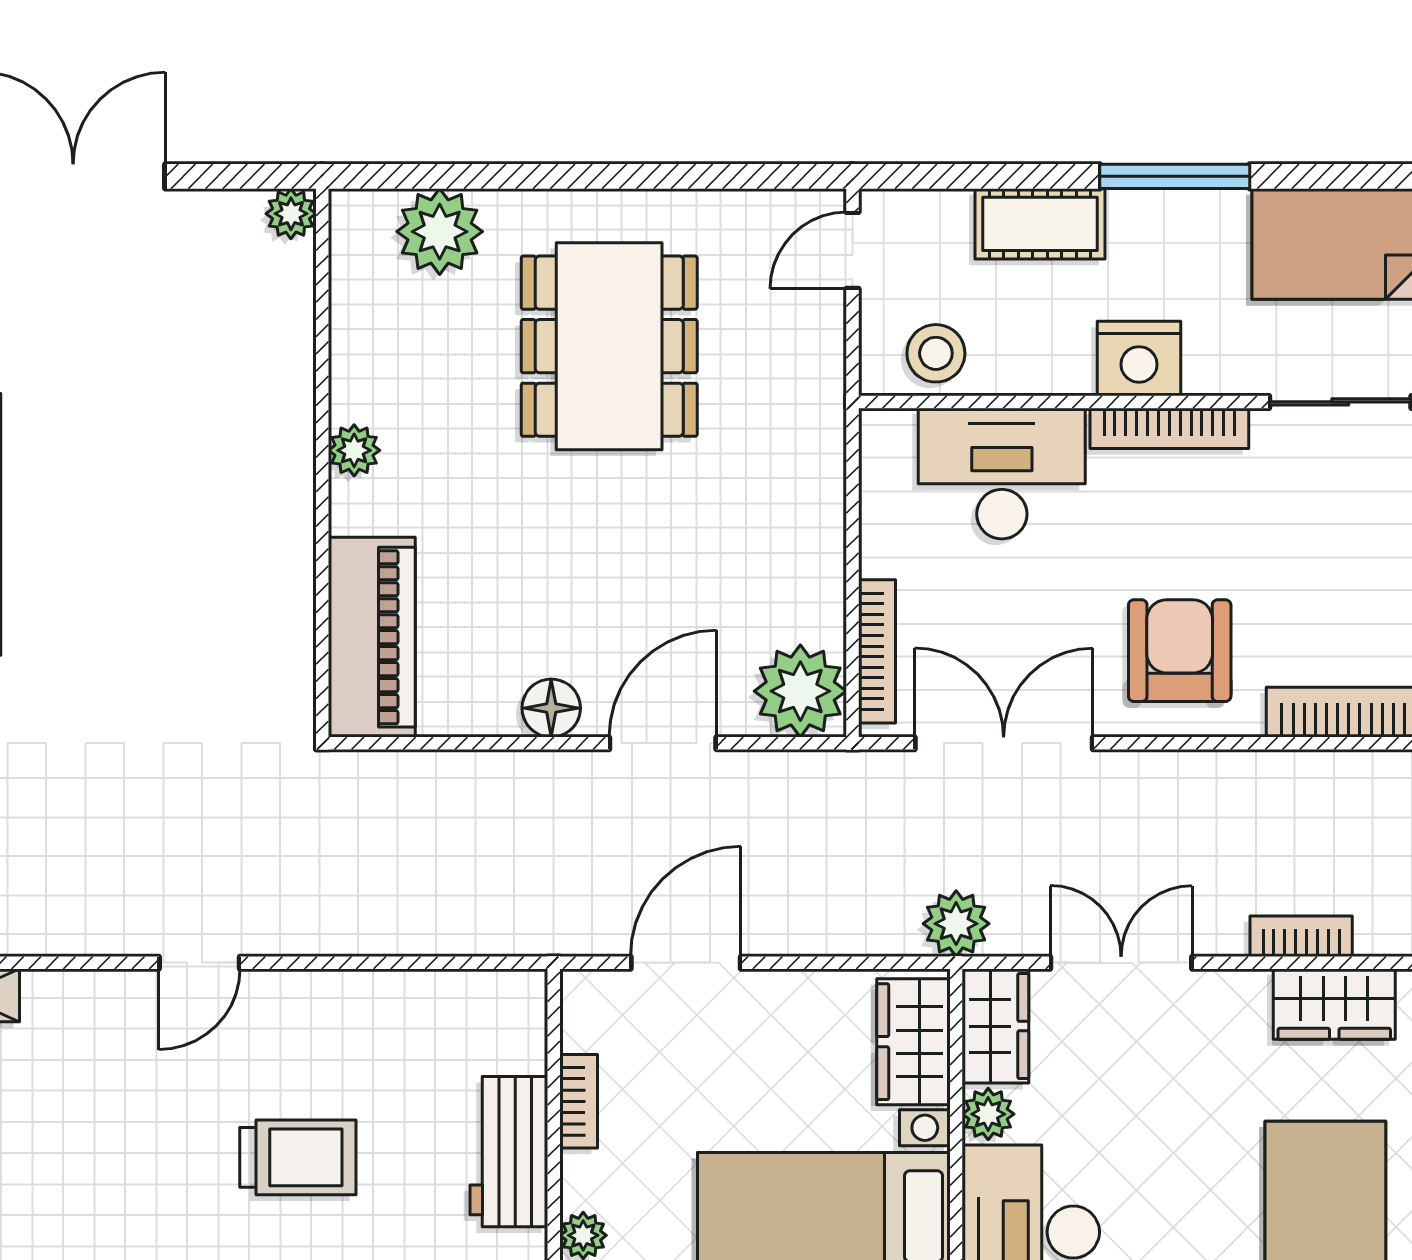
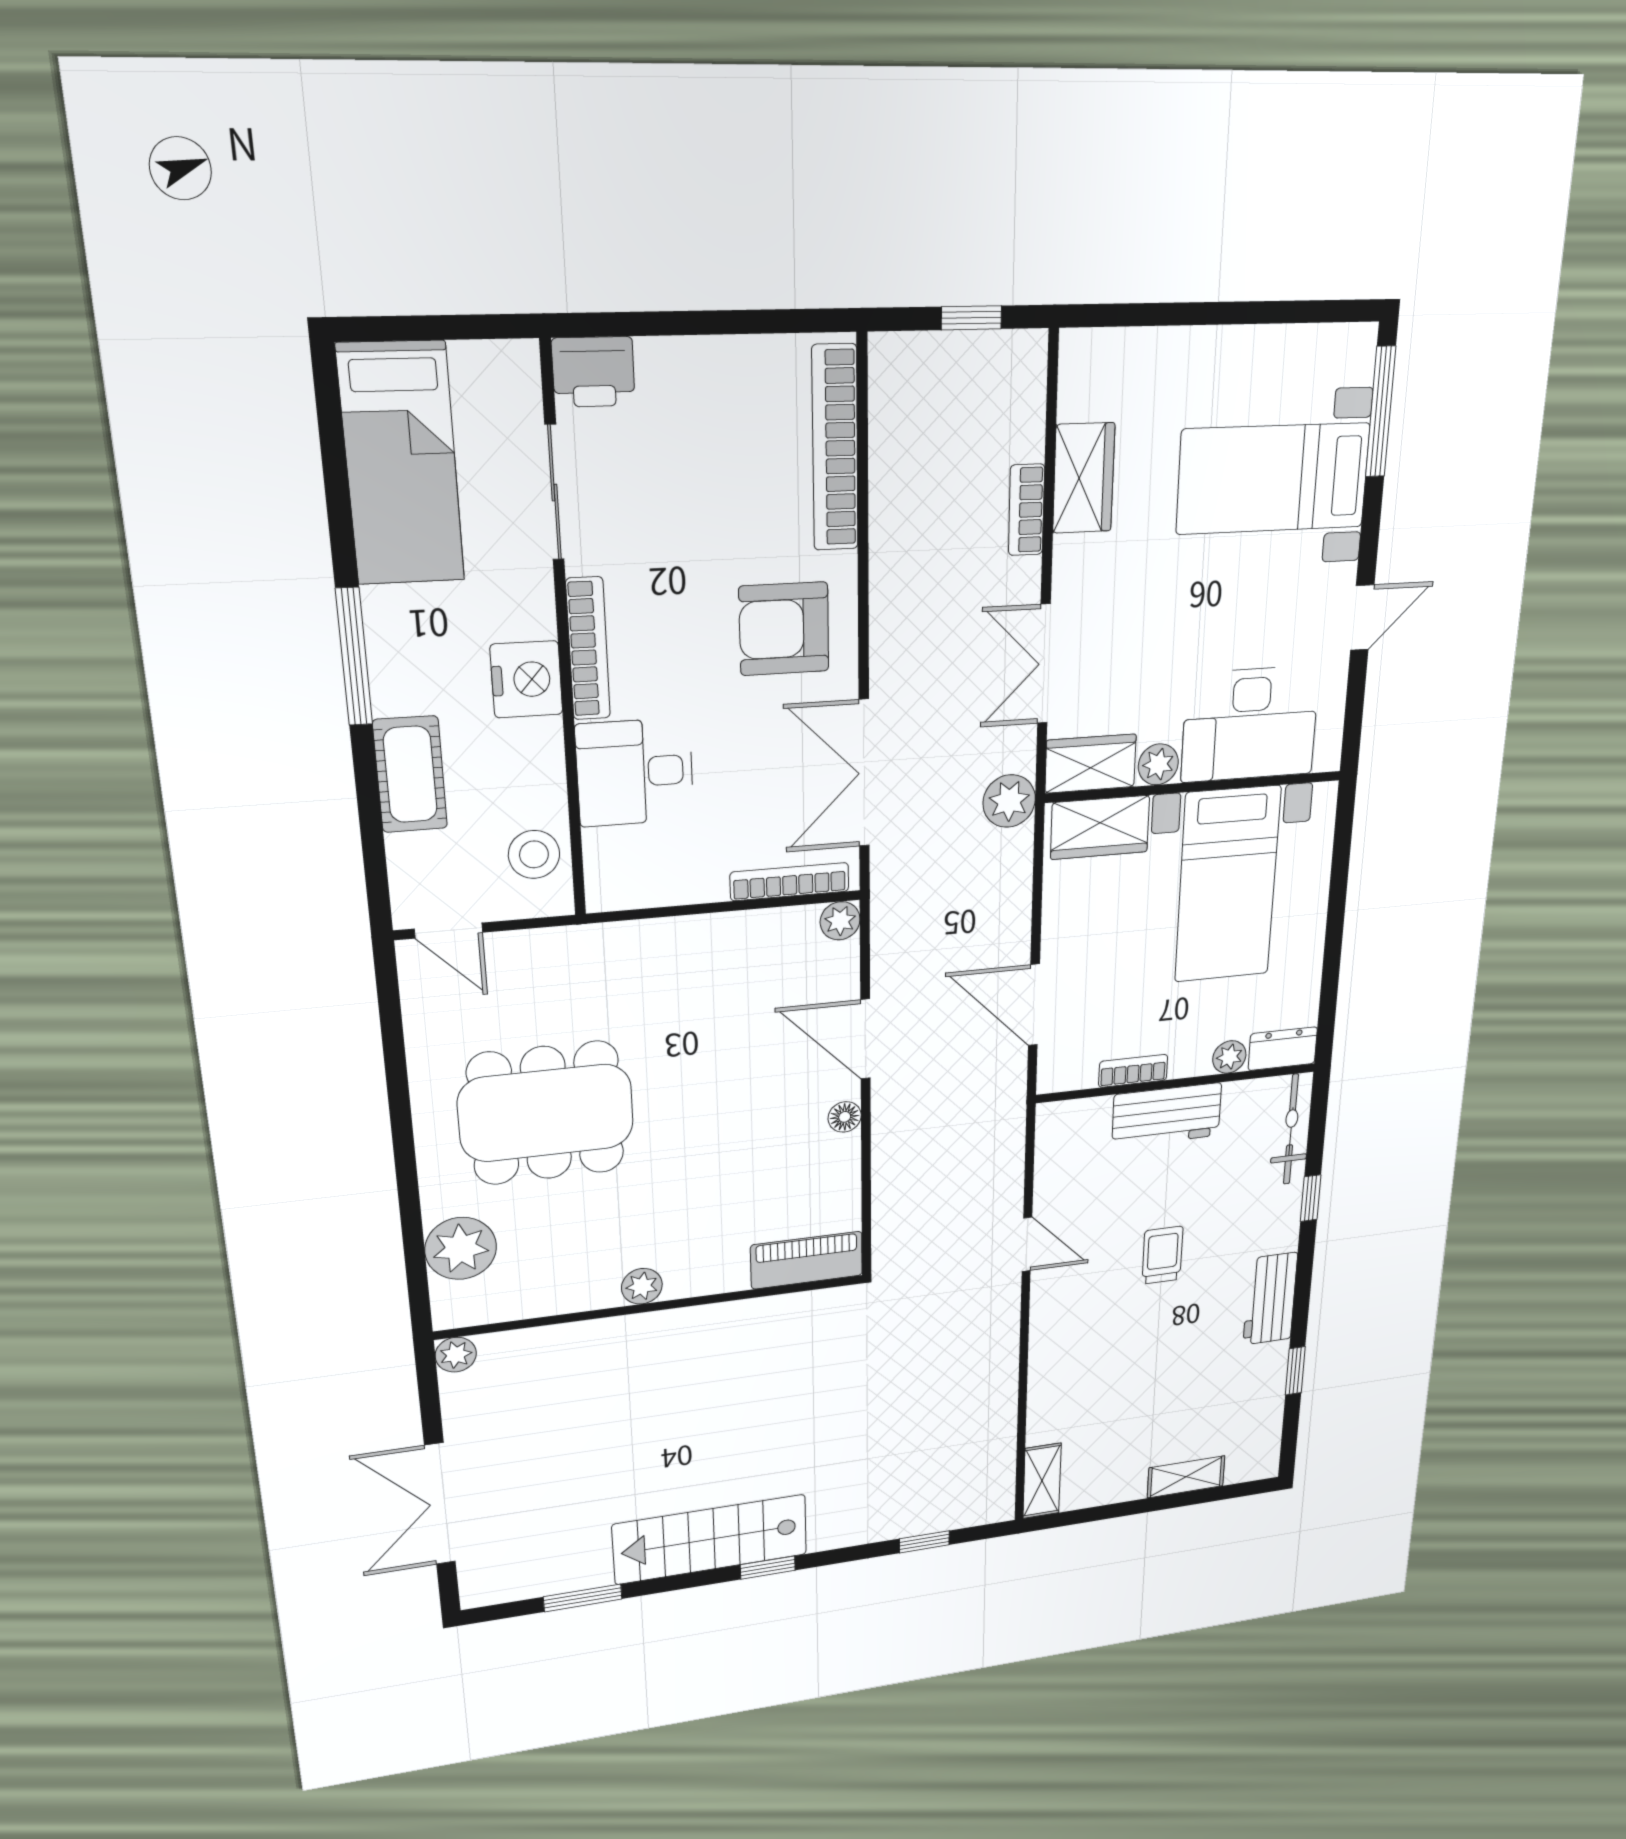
desk: (1002, 474) -> (635, 772), width x0.73
piano: (372, 637) -> (807, 1260), width x0.73, depth x0.75
plant: (800, 691) -> (840, 921), width x0.53, depth x0.53
floor lamp: (551, 708) -> (845, 1117), width x0.73, depth x0.73
door: (199, 963) -> (1027, 1244), moved
trolley: (298, 1157) -> (1162, 1255), width x0.73, depth x0.72

